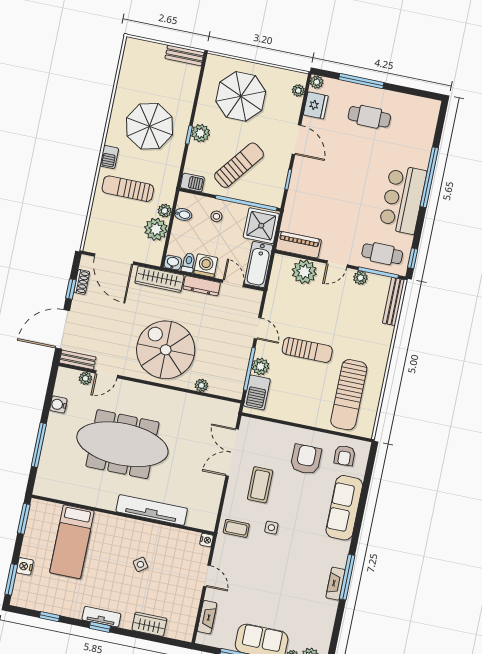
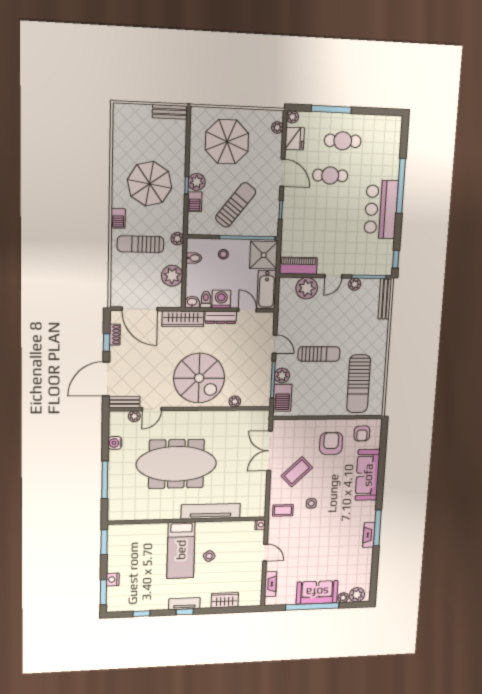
barbecue: (192, 182) -> (195, 202), moved, turned 90
plant: (165, 211) -> (177, 239), moved
cafe table: (382, 254) -> (330, 175), moved
spiral stairs: (166, 350) -> (199, 378), turned 180
coffee table: (260, 485) -> (297, 472), turned 46
bed: (72, 542) -> (181, 550), moved

